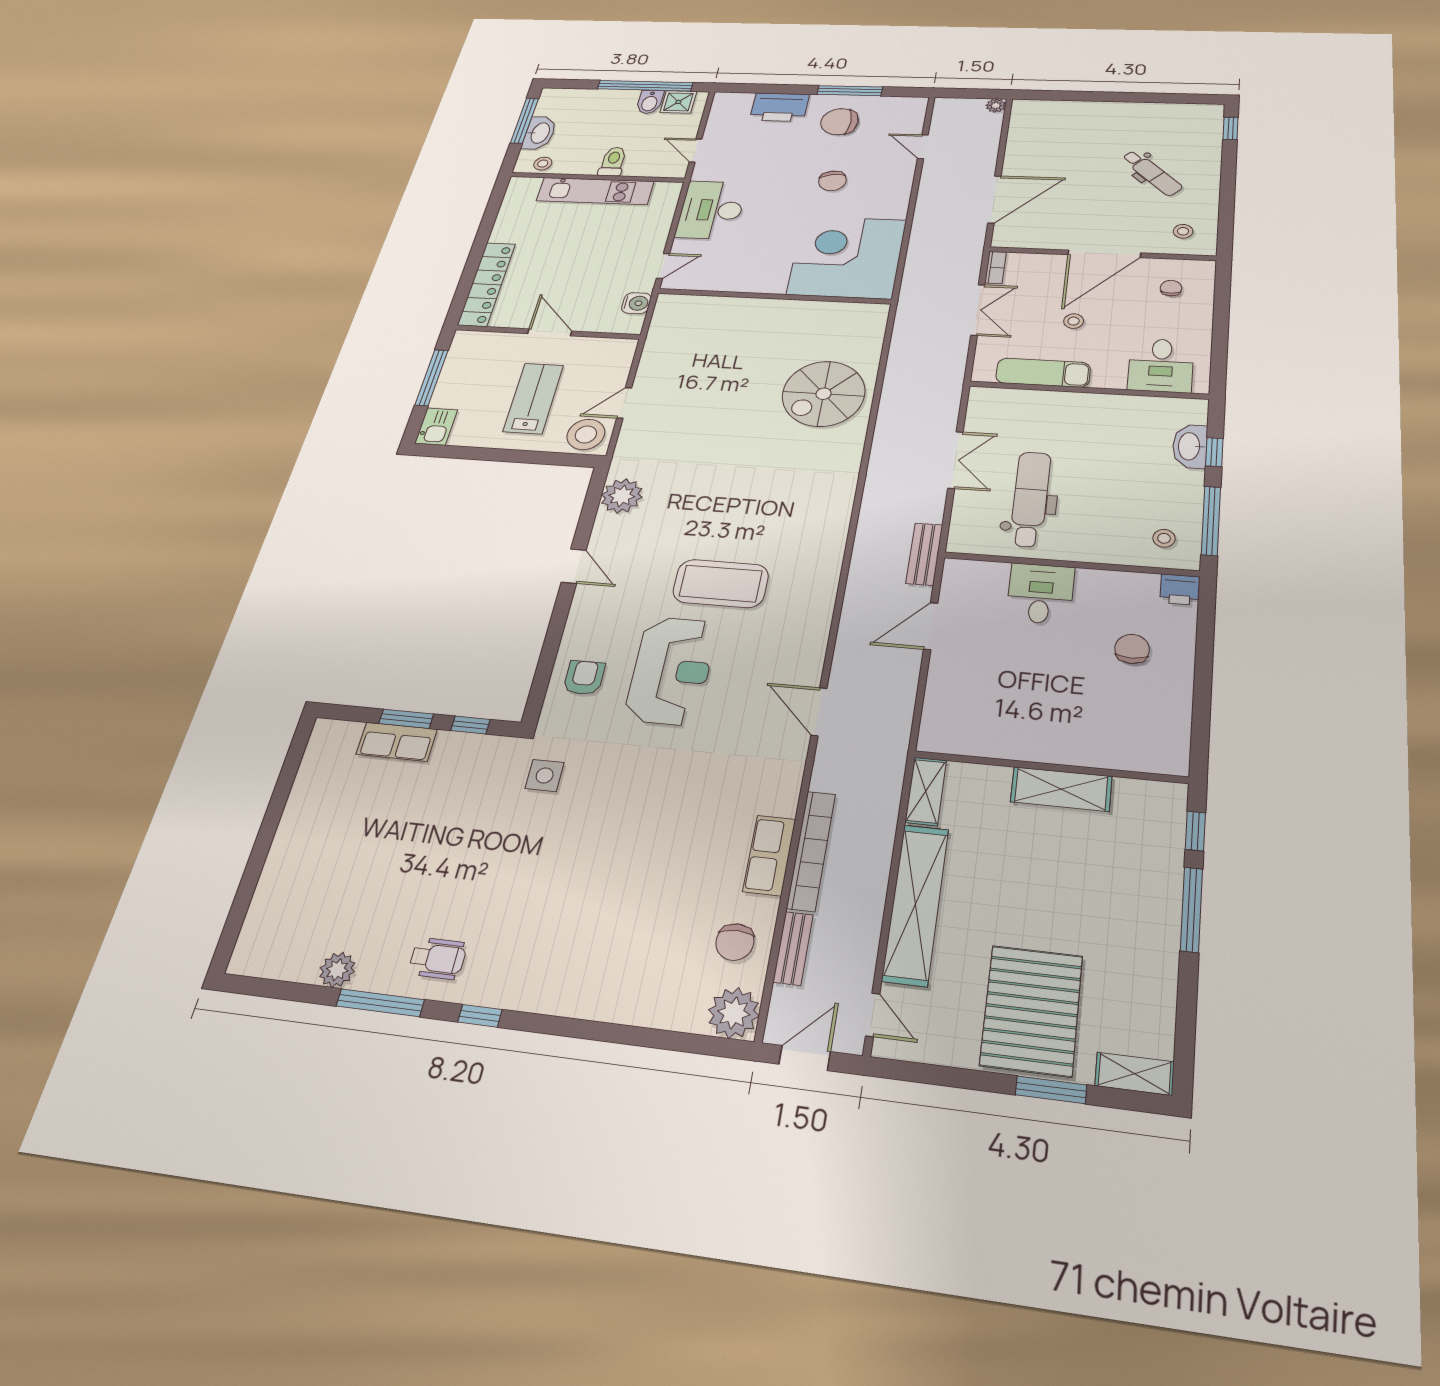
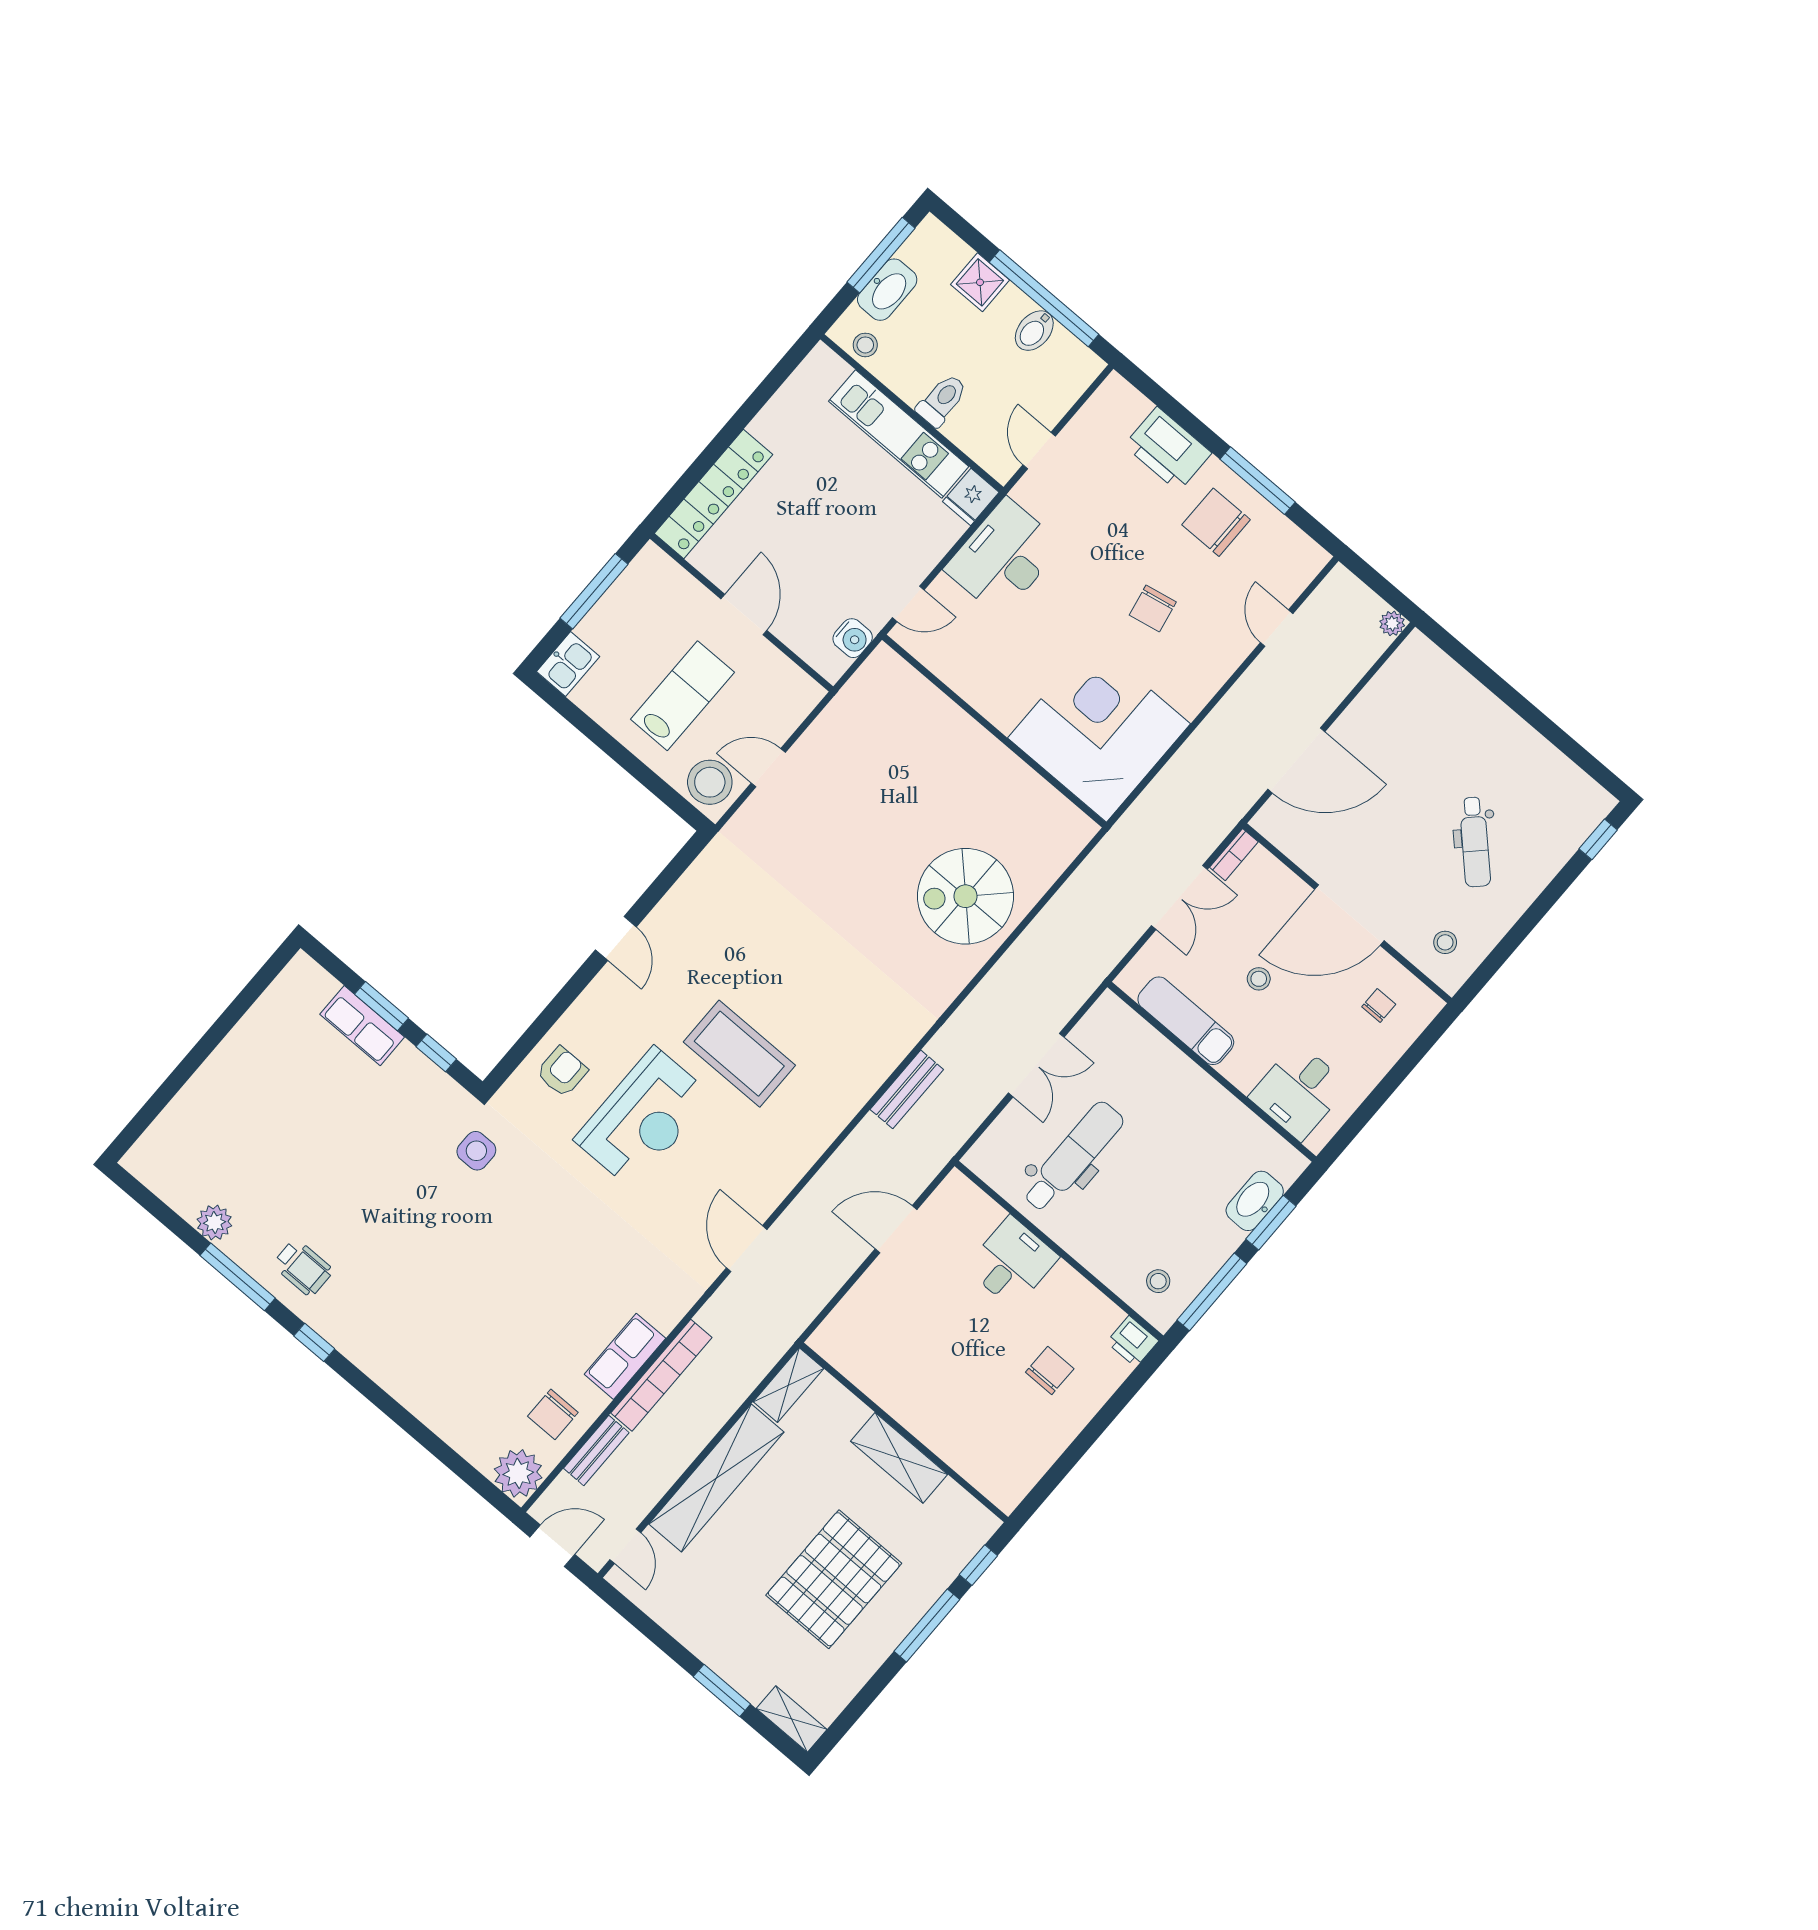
shower: (678, 102) -> (980, 282), moved
fridge: (667, 194) -> (971, 497), added
window: (1214, 452) -> (1271, 1223), width x1.50
plant: (622, 496) -> (704, 885), removed
bench: (924, 554) -> (907, 1089), moved
pallet: (1031, 1010) -> (834, 1579), moved

